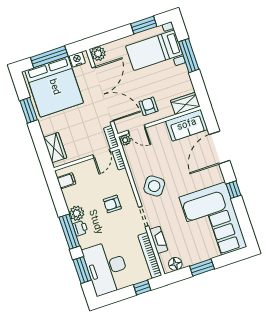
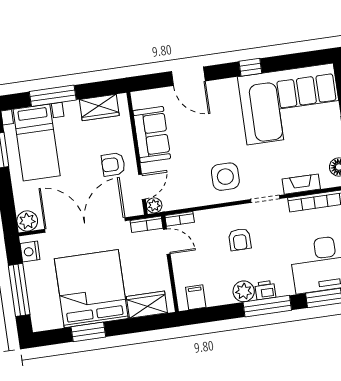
bed: (54, 87) -> (91, 289), moved, turned -90
wardrobe: (185, 103) -> (99, 108), moved, turned -90
sofa: (187, 125) -> (152, 135), moved
door: (219, 148) -> (188, 76), width x0.73
side table: (154, 186) -> (225, 177), turned -36

